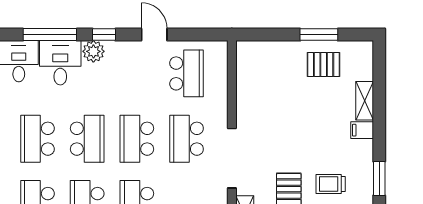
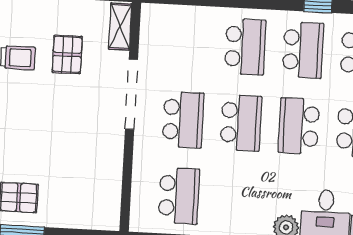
school desk: (187, 73) -> (179, 196), turned 180

